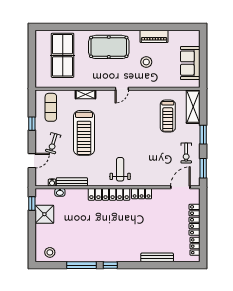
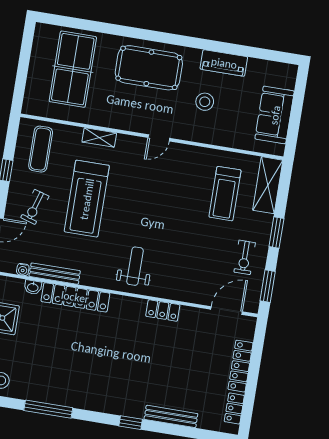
locker: (109, 194) -> (75, 297), moved
window: (110, 265) -> (131, 423), moved

